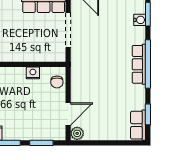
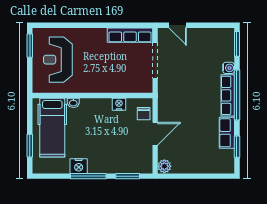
water cooler: (140, 20) -> (229, 68), moved
door: (68, 114) -> (155, 134), moved
row of seats: (138, 125) -> (227, 133), moved

